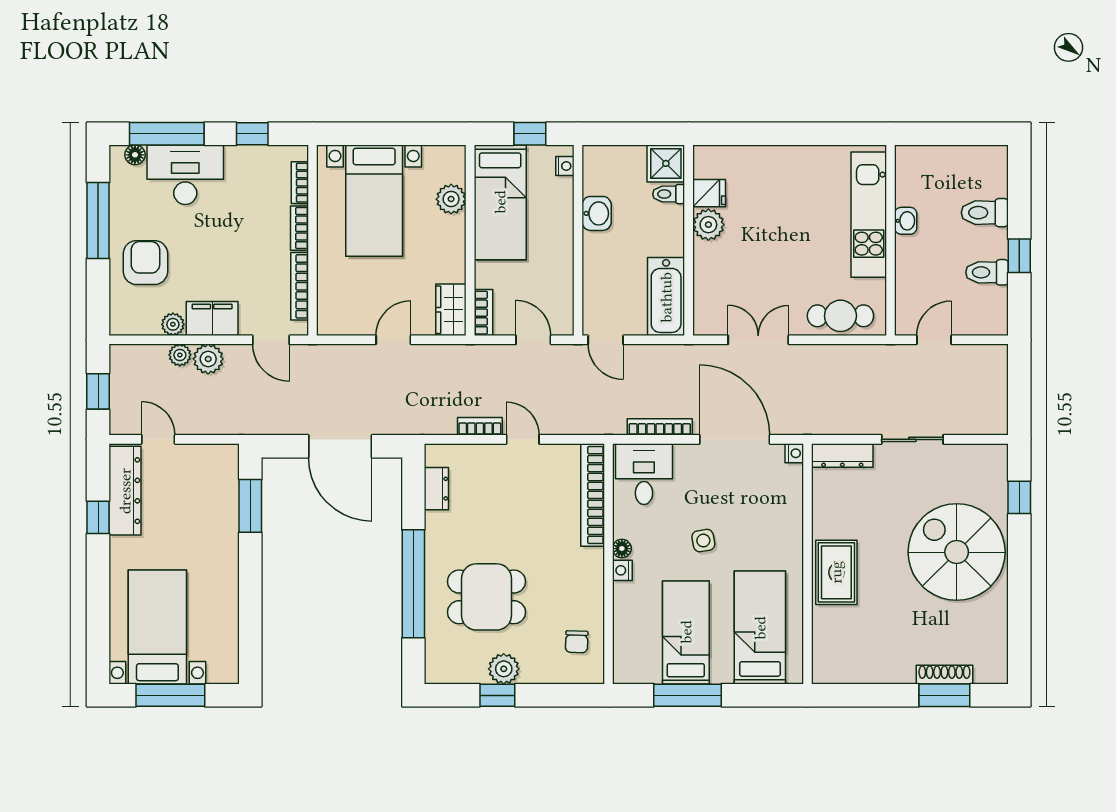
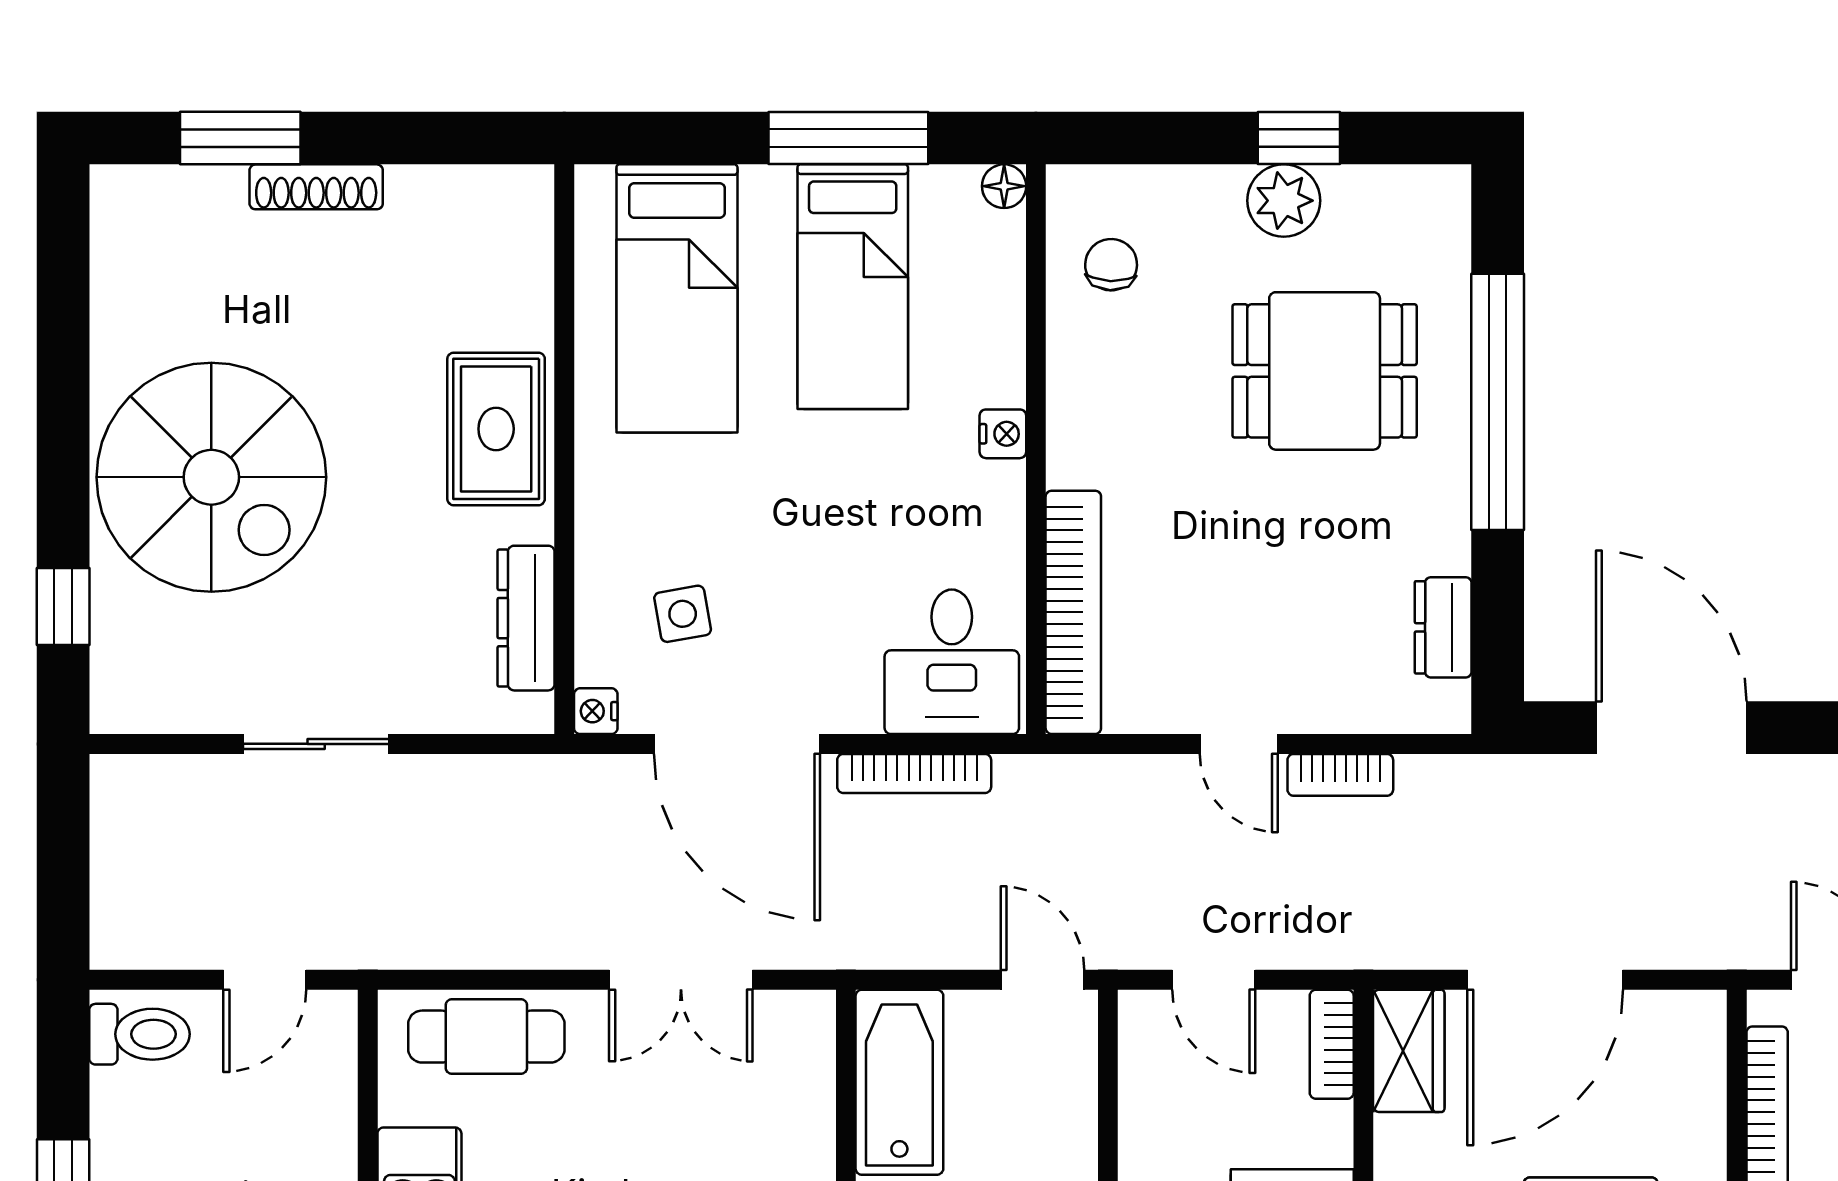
toilet: (987, 272) -> (139, 1034), moved
door: (393, 340) -> (1545, 980), width x1.87
dresser: (842, 456) -> (526, 618), moved, turned -90
side table: (703, 541) -> (683, 614), moved
floor lamp: (622, 549) -> (1004, 186), moved
shoe rack: (944, 675) -> (316, 187), moved

